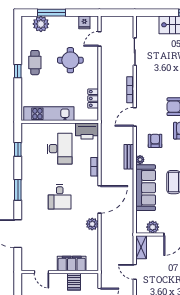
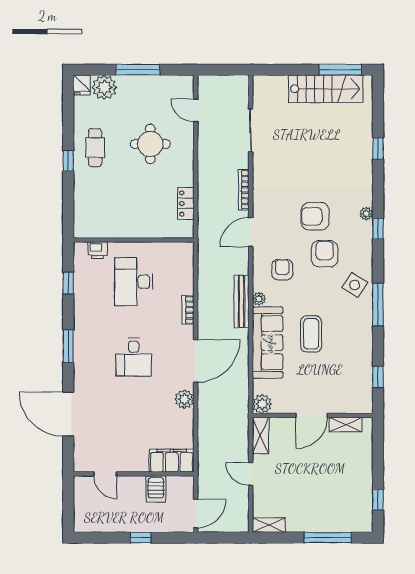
window: (52, 13) -> (138, 70), moved
fridge: (84, 22) -> (82, 85), moved
door: (99, 39) -> (196, 111), hinge flipped
kitchen unit: (49, 114) -> (117, 227), removed
printer: (87, 131) -> (98, 250), moved, width x0.53, depth x0.68
desk: (60, 149) -> (134, 282), turned 180
bench: (129, 157) -> (242, 301), width x1.36
plant: (153, 227) -> (262, 404), moved
filing cabinet: (72, 263) -> (172, 461), moved

